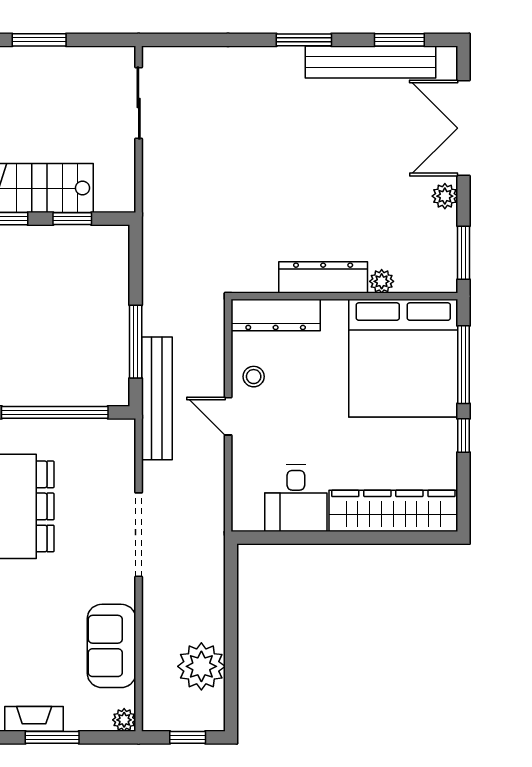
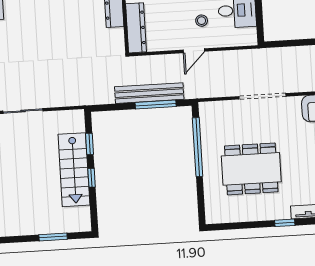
stool: (254, 377) -> (202, 21), moved
bench: (157, 398) -> (149, 93), moved

